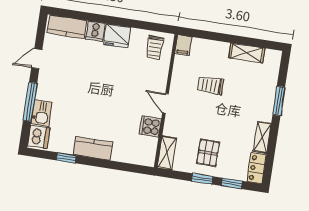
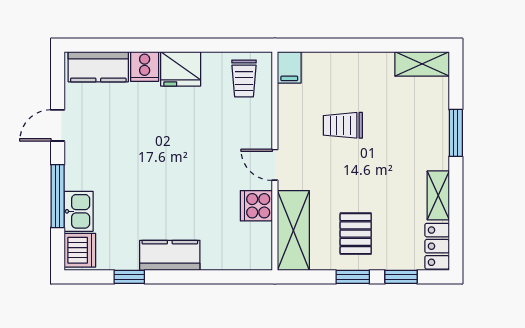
shelving: (247, 53) -> (422, 64), moved
shelving: (167, 153) -> (293, 231), width x1.50, depth x1.33

